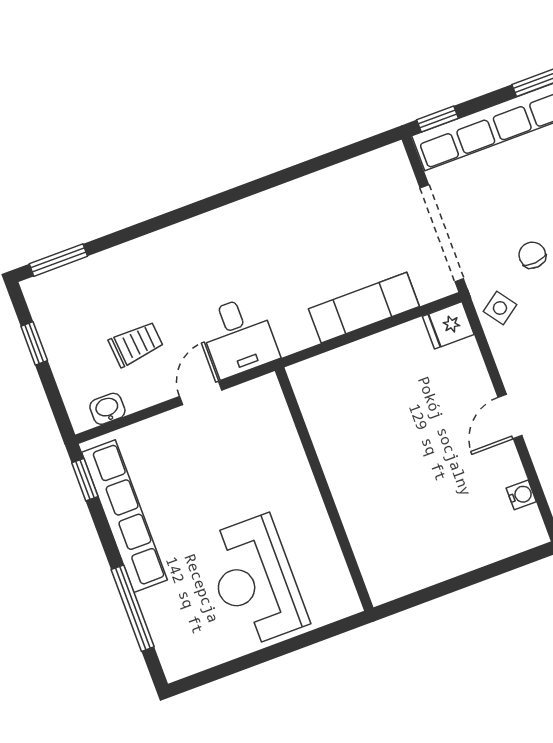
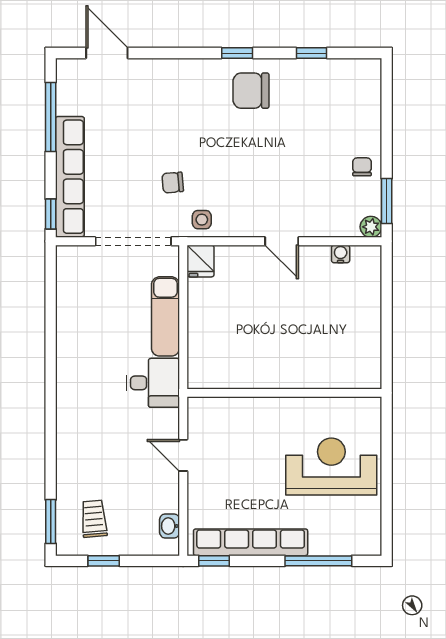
side table: (500, 308) -> (202, 220), turned 36
desk: (239, 337) -> (153, 383), moved
trolley: (136, 344) -> (94, 519), moved
reception desk: (255, 581) -> (331, 467), turned 180

